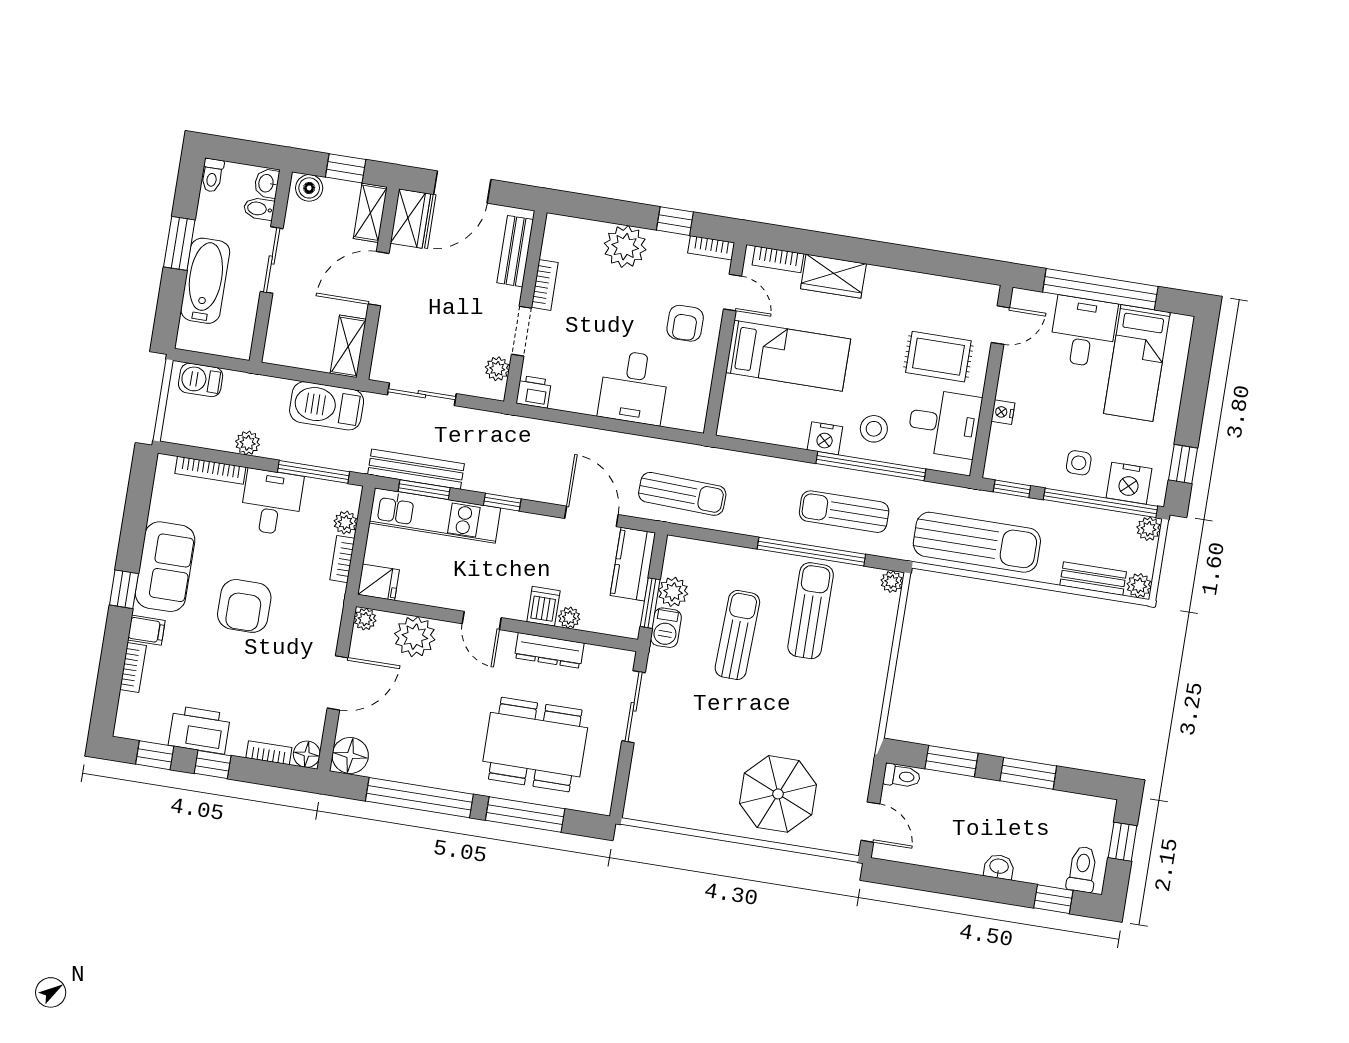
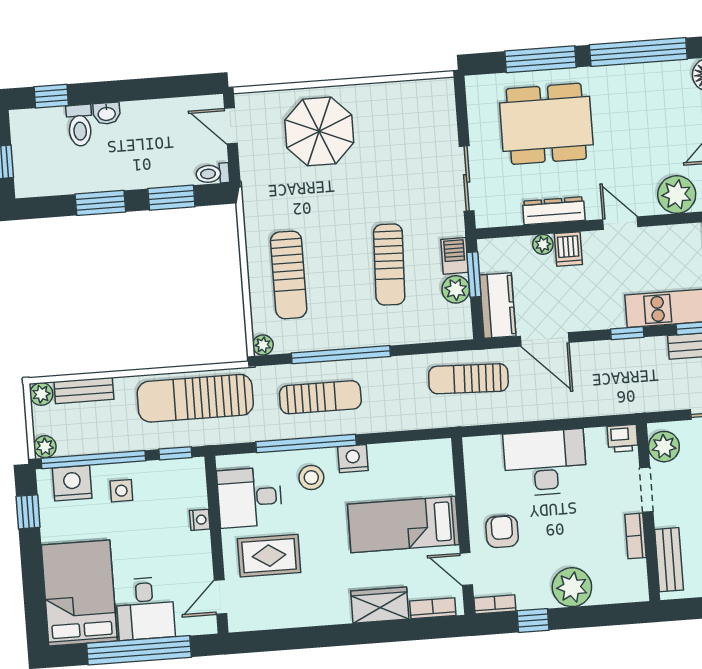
bed: (1137, 363) -> (79, 593), width x1.50
plant: (497, 369) -> (664, 447), width x1.38, depth x1.38
desk: (634, 387) -> (545, 463), width x1.37
sun lounger: (811, 611) -> (289, 275), moved
toilet: (1082, 869) -> (80, 125), moved

